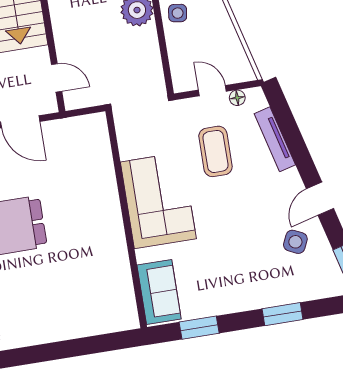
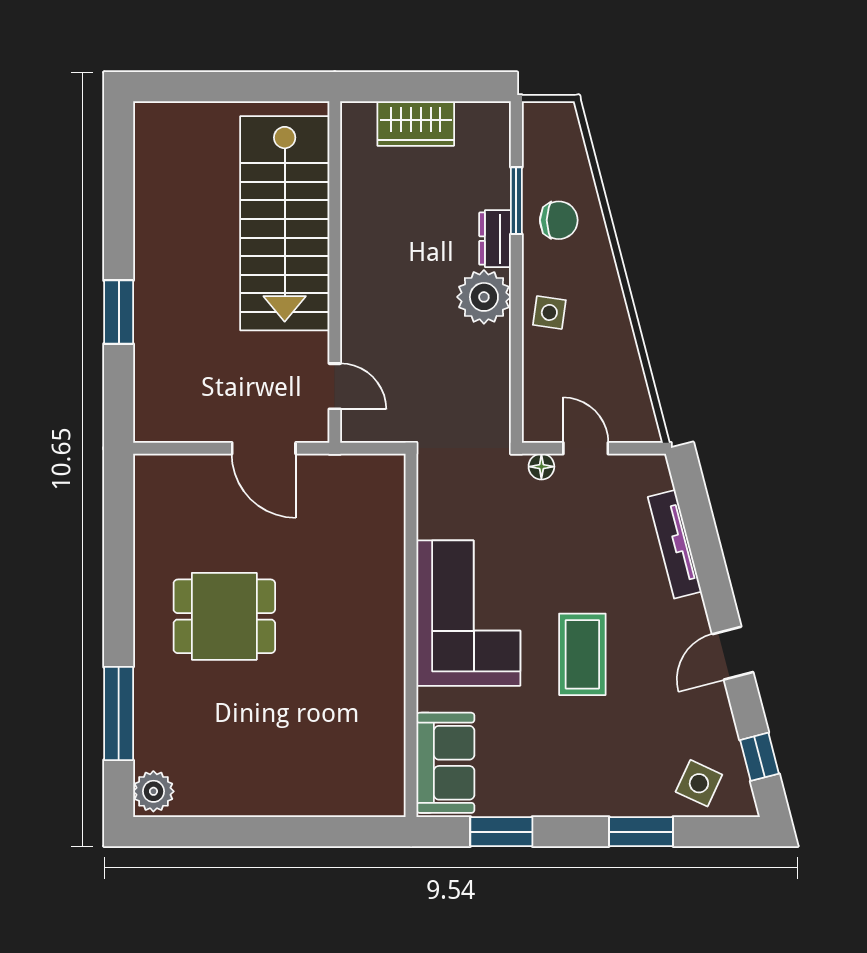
floor lamp: (237, 98) -> (541, 467), moved
coffee table: (215, 151) -> (582, 654), moved
side table: (295, 242) -> (699, 783), moved

